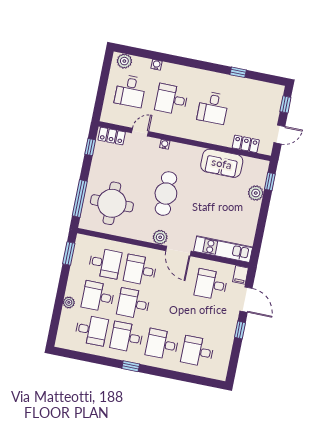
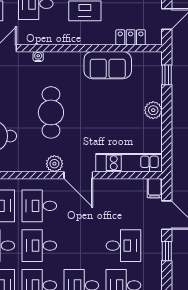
plant: (256, 193) -> (153, 110), moved
desk: (211, 284) -> (123, 246), moved, turned 180

